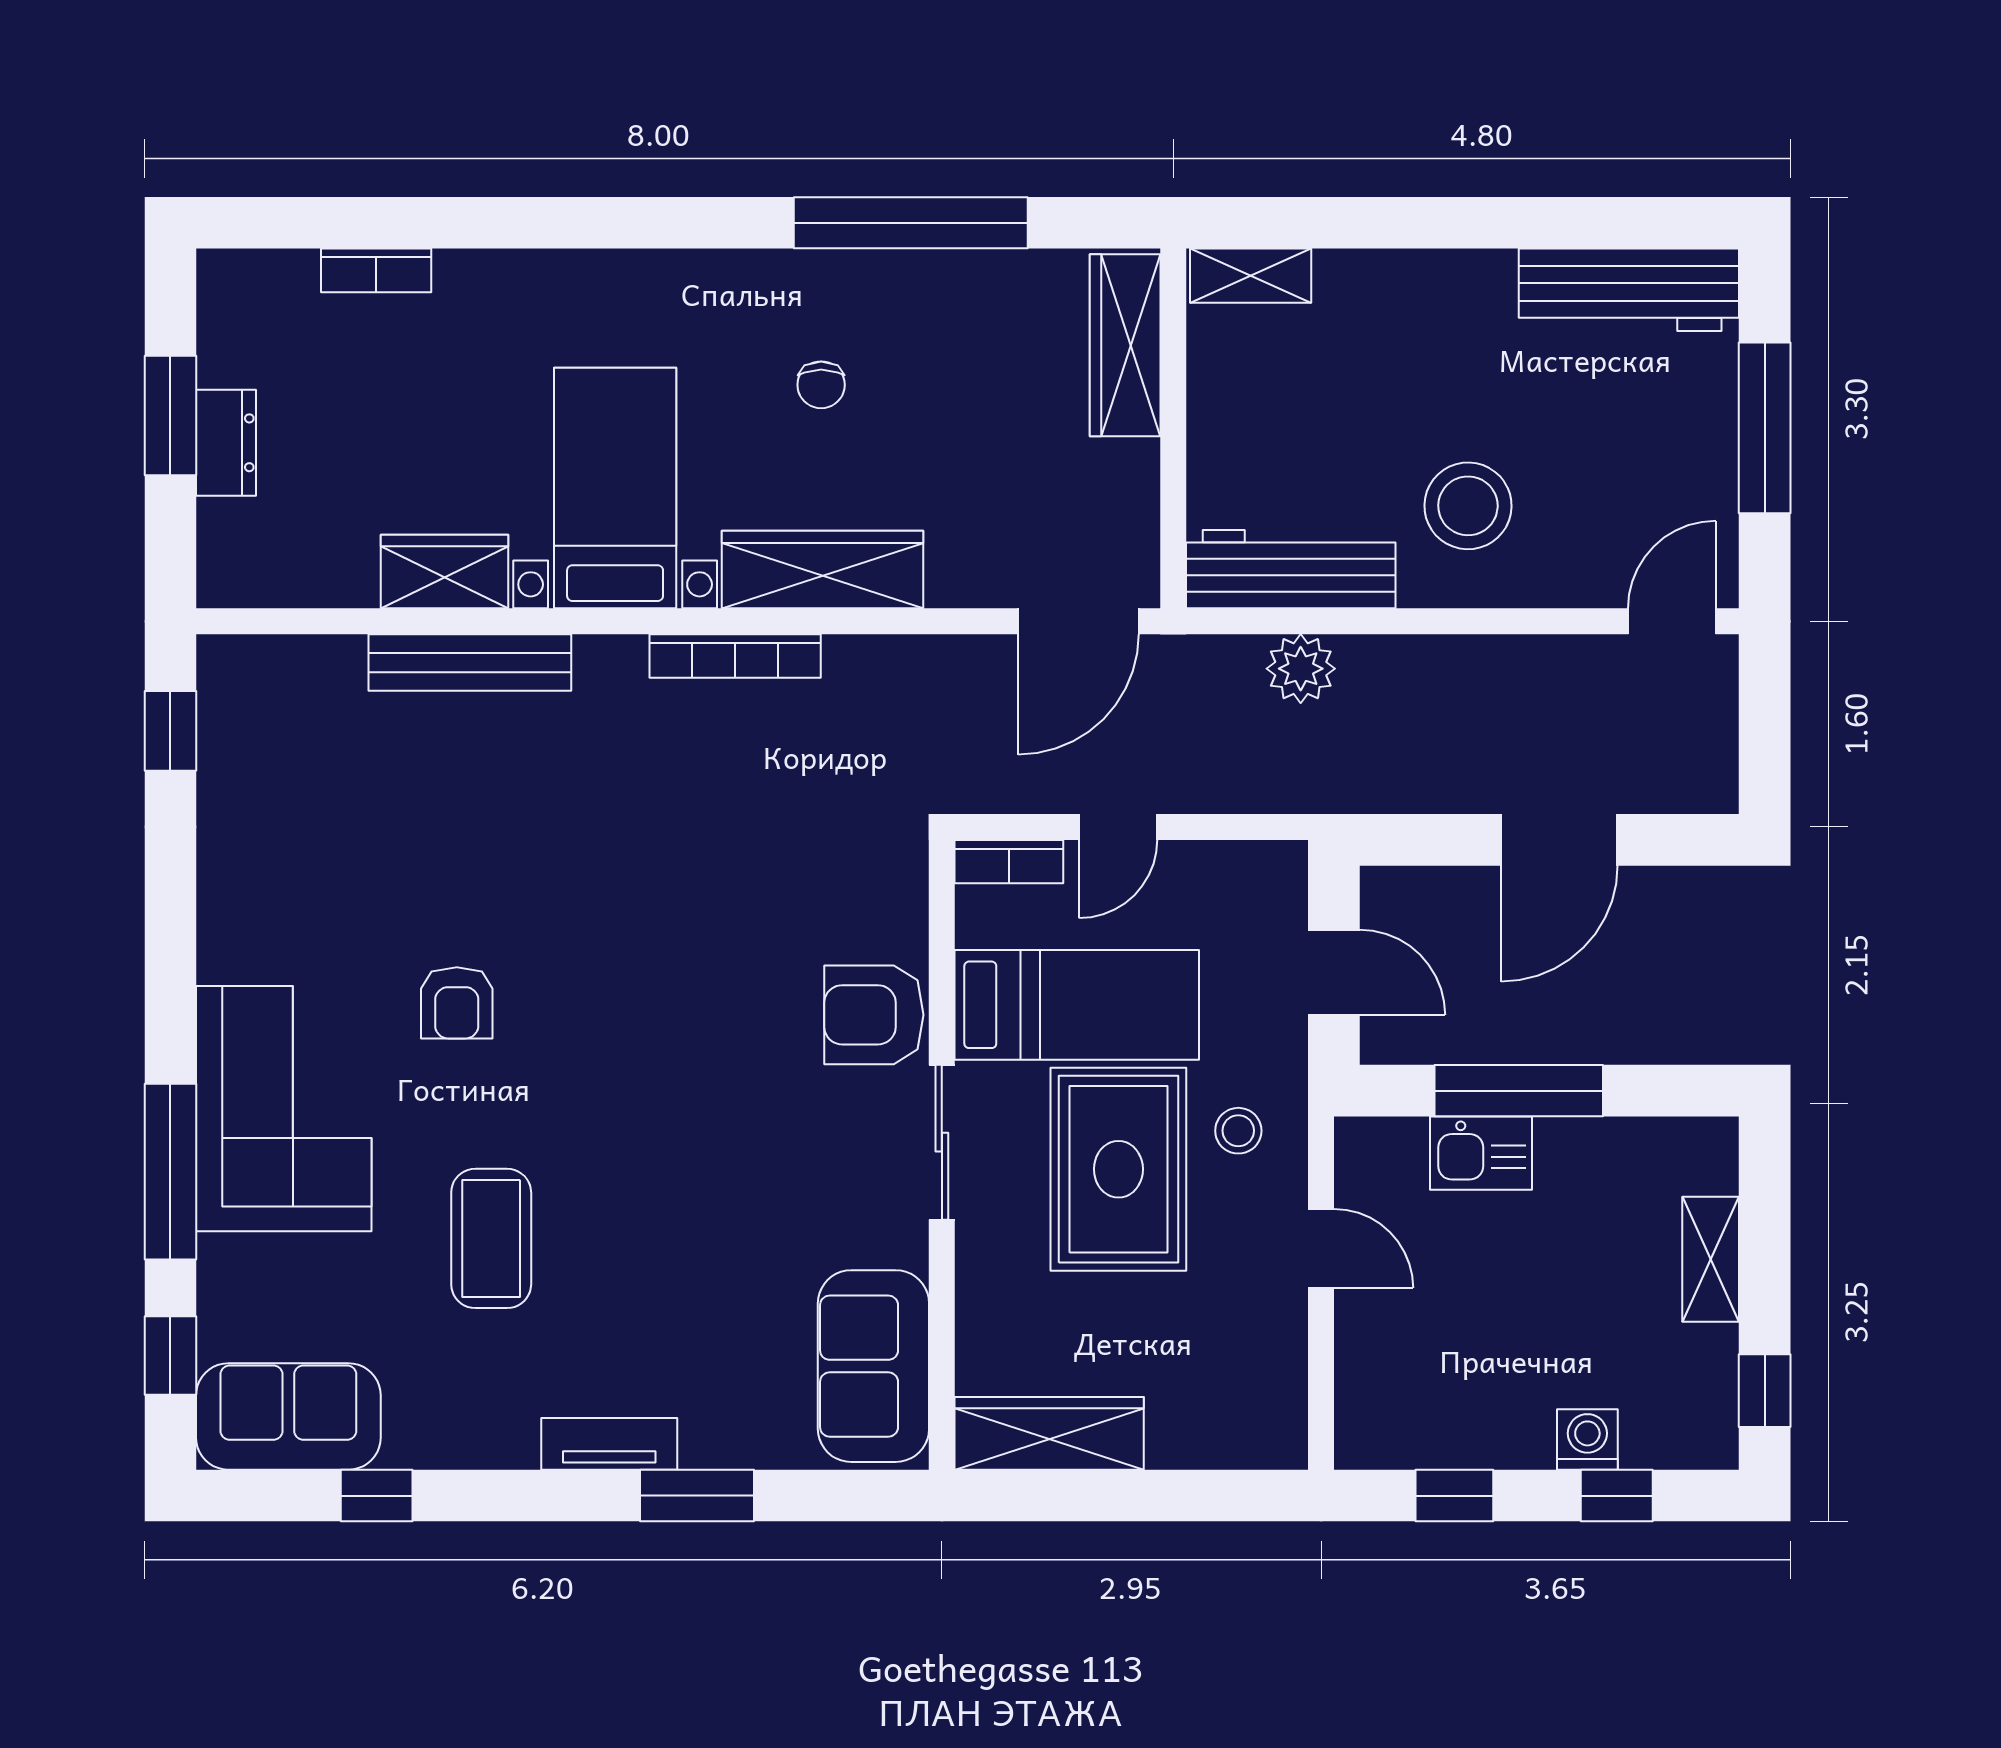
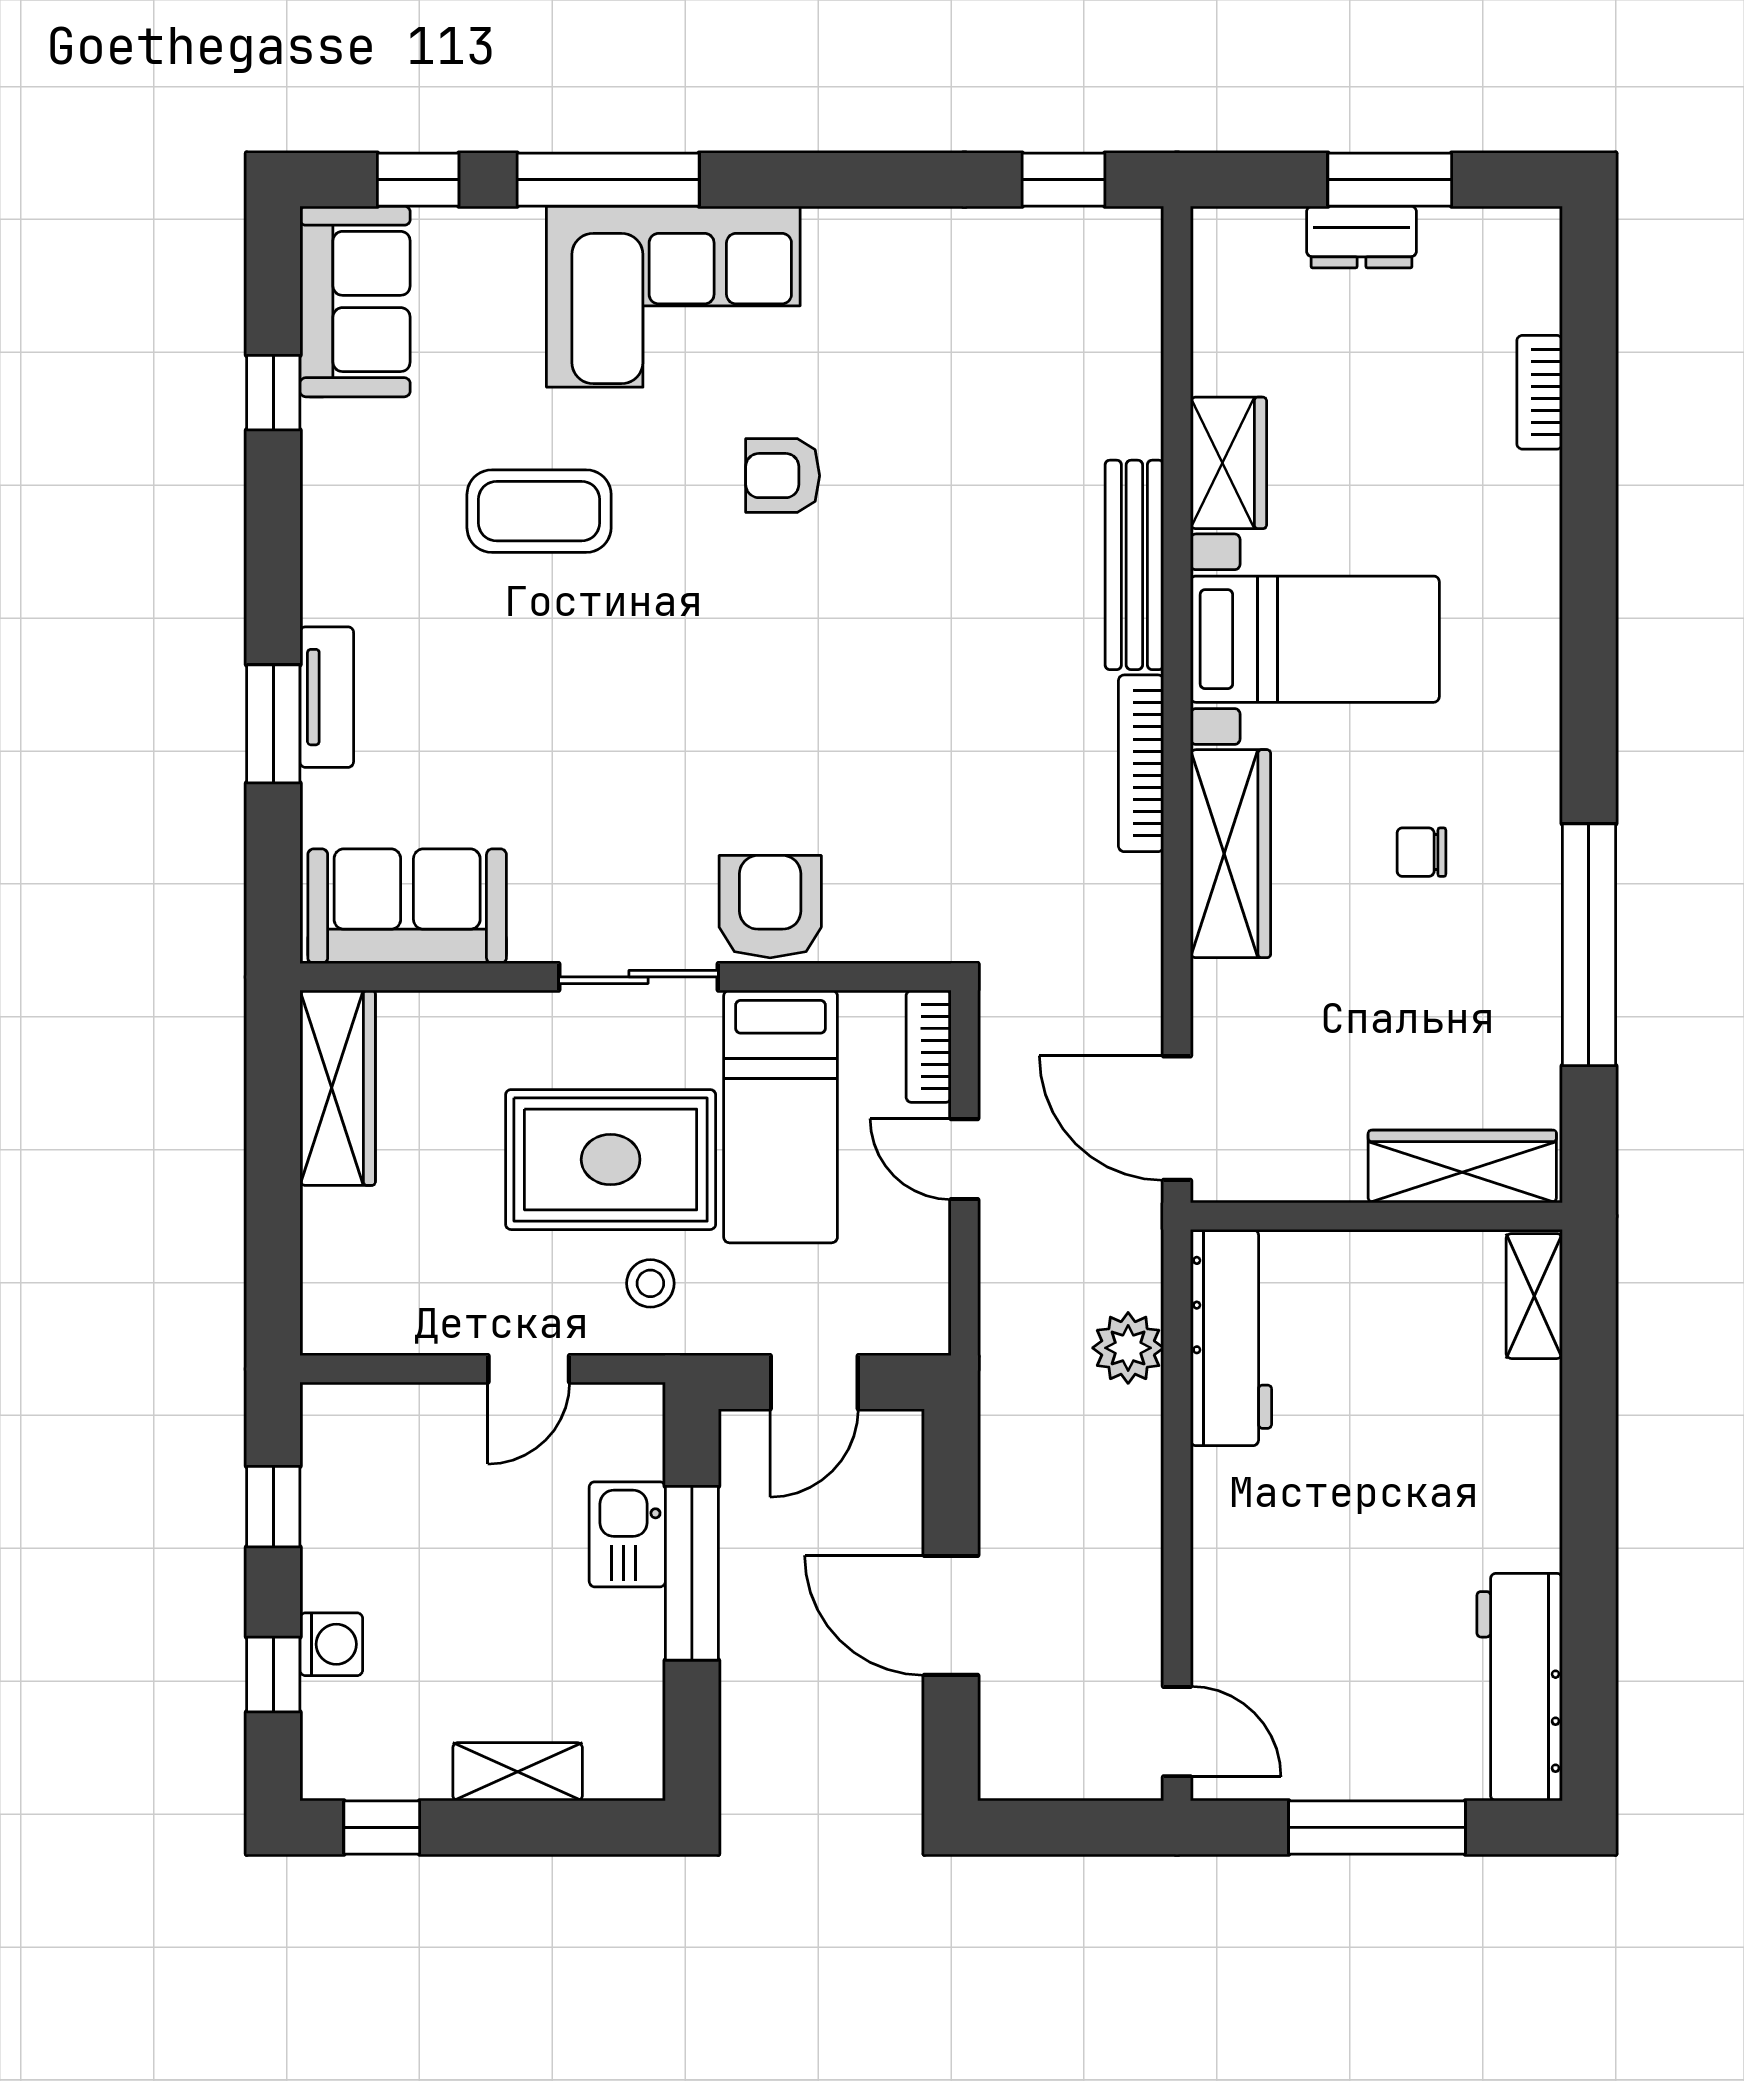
stool: (1468, 506) -> (1296, 1521), removed
bench: (470, 663) -> (1134, 565), moved
tv unit: (609, 1444) -> (327, 697), moved

